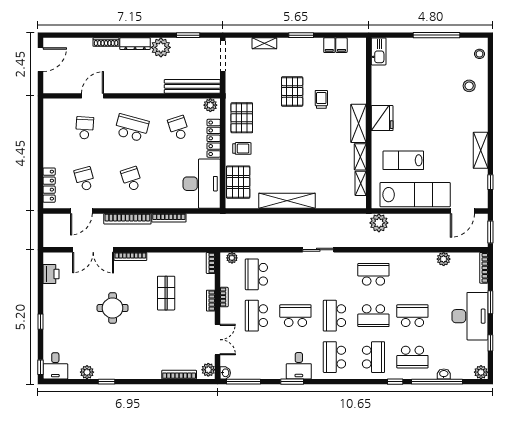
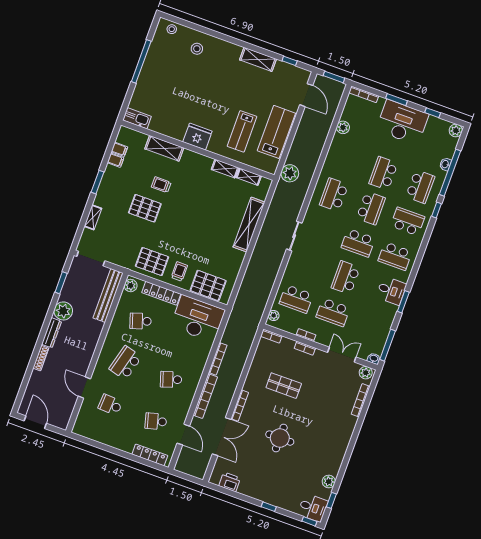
shelving: (359, 123) -> (164, 148), moved
lab bench: (415, 195) -> (276, 132), width x0.73
shelving: (287, 201) -> (249, 225), moved
window: (106, 382) -> (331, 500), moved

